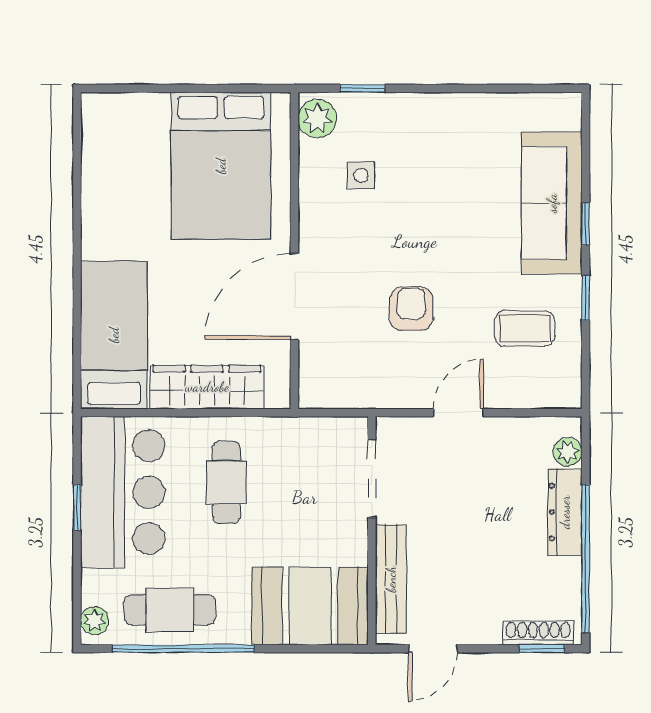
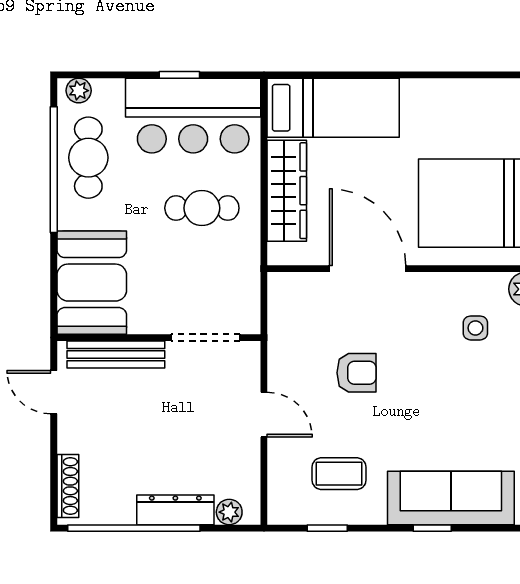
window: (586, 298) -> (327, 528), moved
coffee table: (524, 328) -> (339, 474), turned 90
window: (542, 649) -> (54, 489), removed

